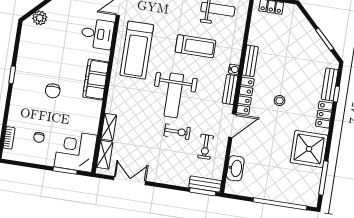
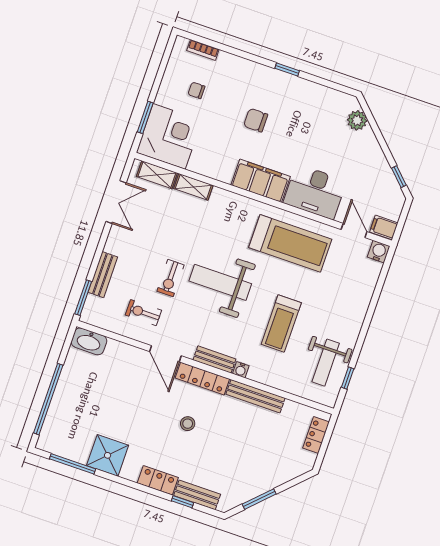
desk: (97, 34) -> (315, 192), width x1.37
treadmill: (137, 50) -> (290, 243), turned 180
bench: (250, 61) -> (255, 396), width x1.36
shower: (309, 149) -> (108, 455), width x0.73, depth x0.73
washbasin: (235, 168) -> (89, 341), moved
bench: (205, 184) -> (103, 275), moved

